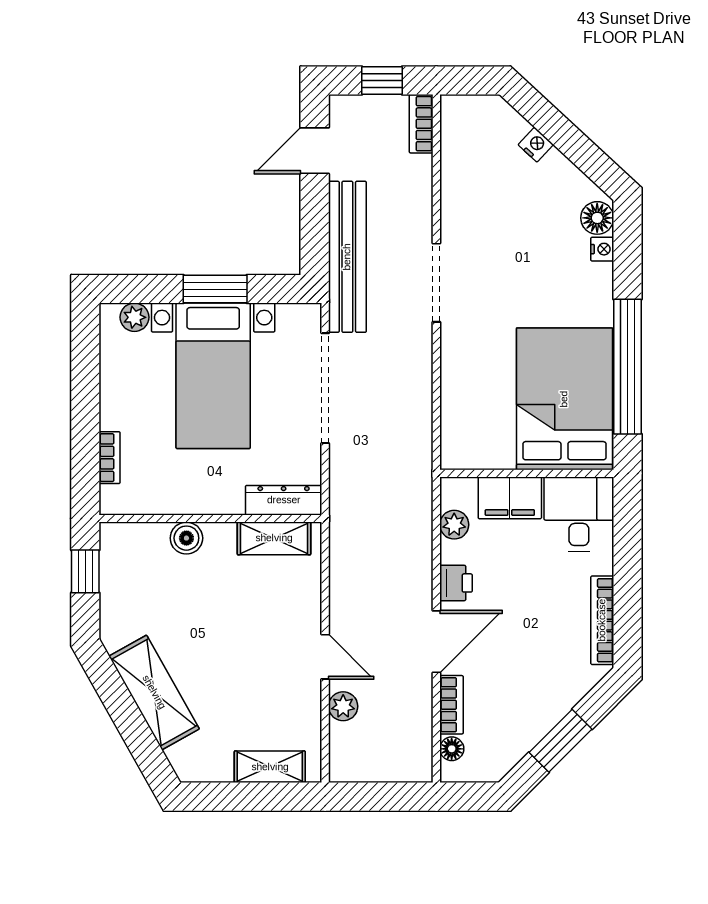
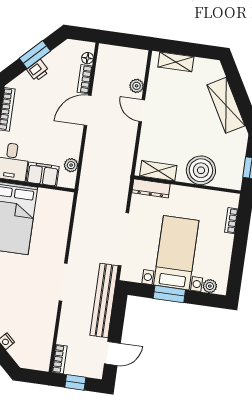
boiler: (186, 538) -> (201, 170), width x1.86, depth x1.86
printer: (456, 583) -> (38, 70), moved, turned -135

